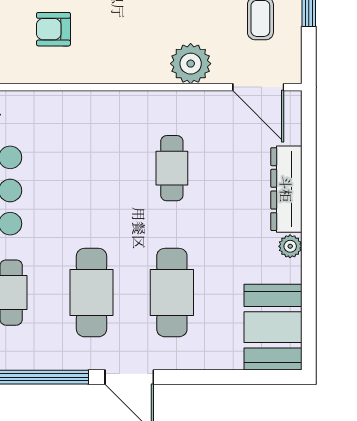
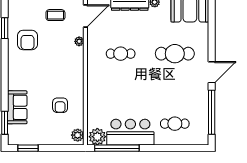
plant: (191, 64) -> (79, 41), width x0.53, depth x0.53
cafe table: (92, 293) -> (175, 89), removed

